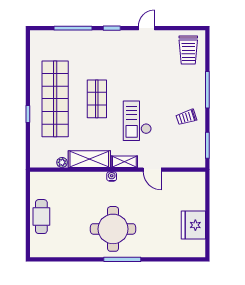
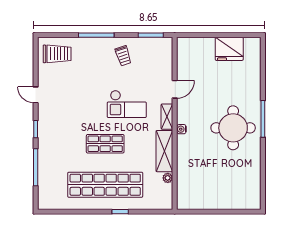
cafe table: (41, 217) -> (221, 198), removed

